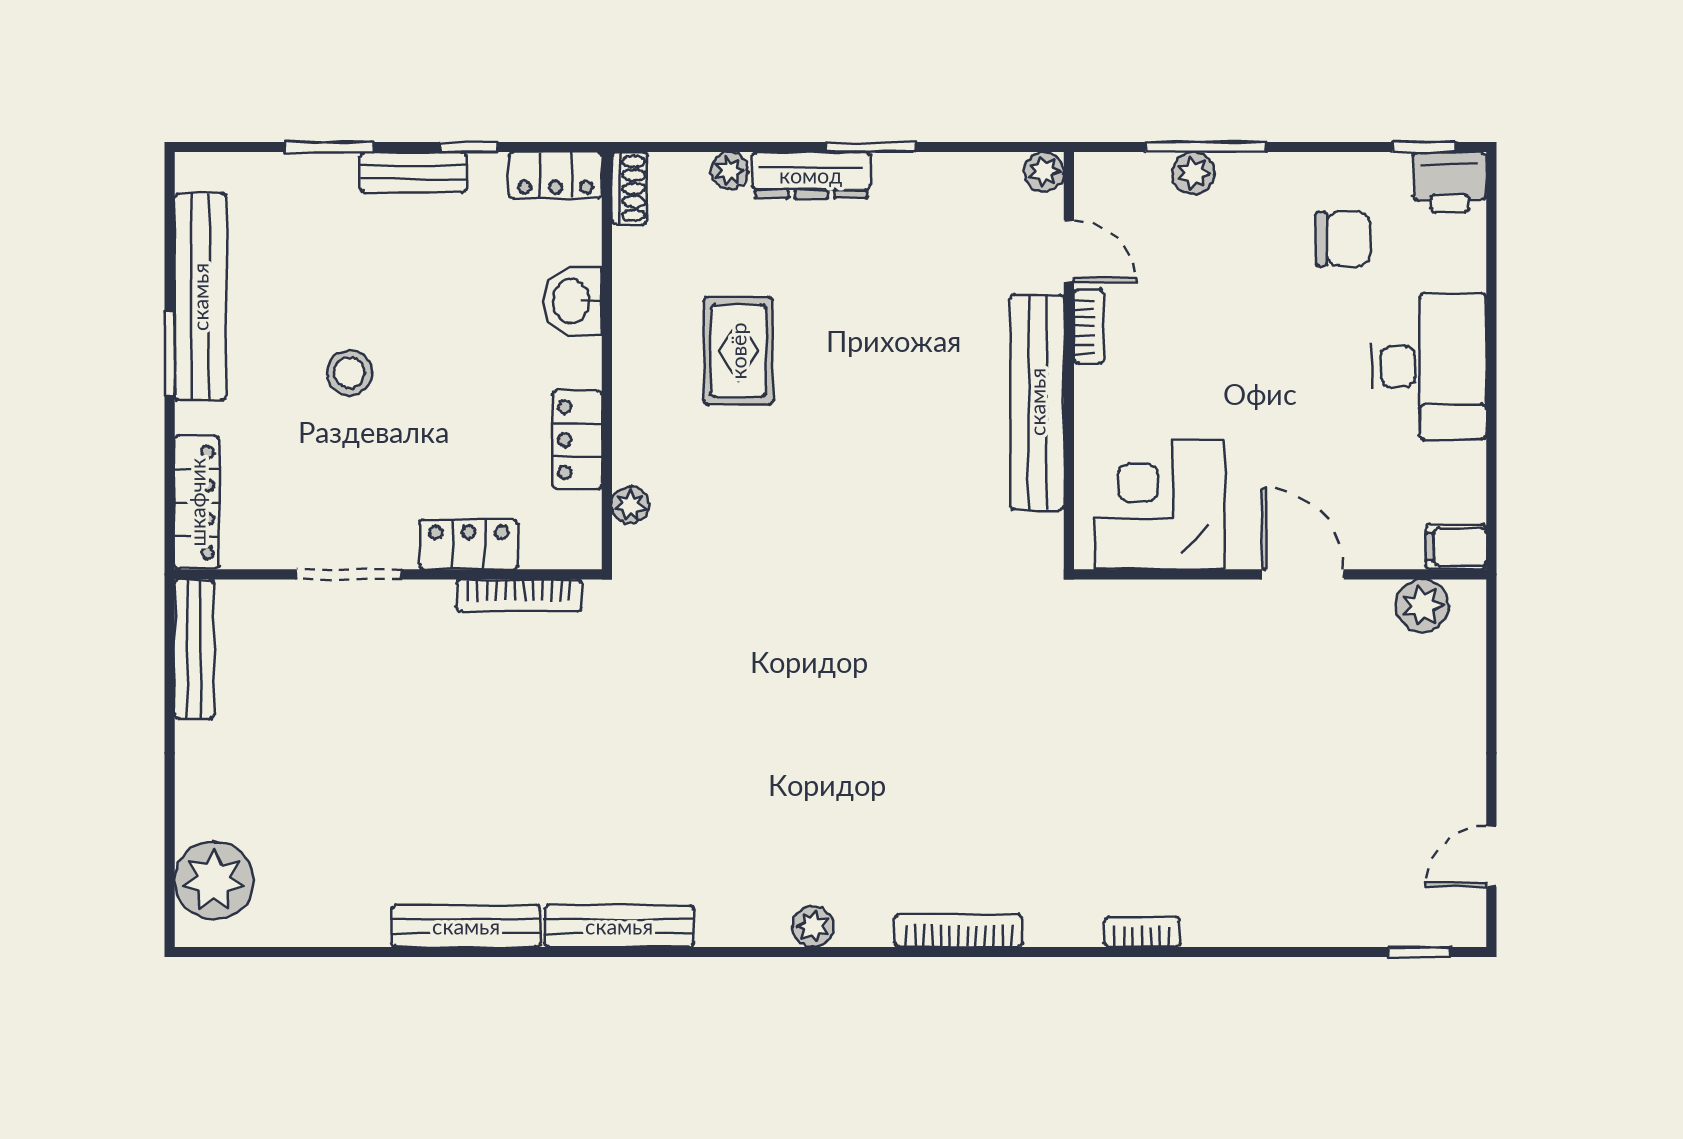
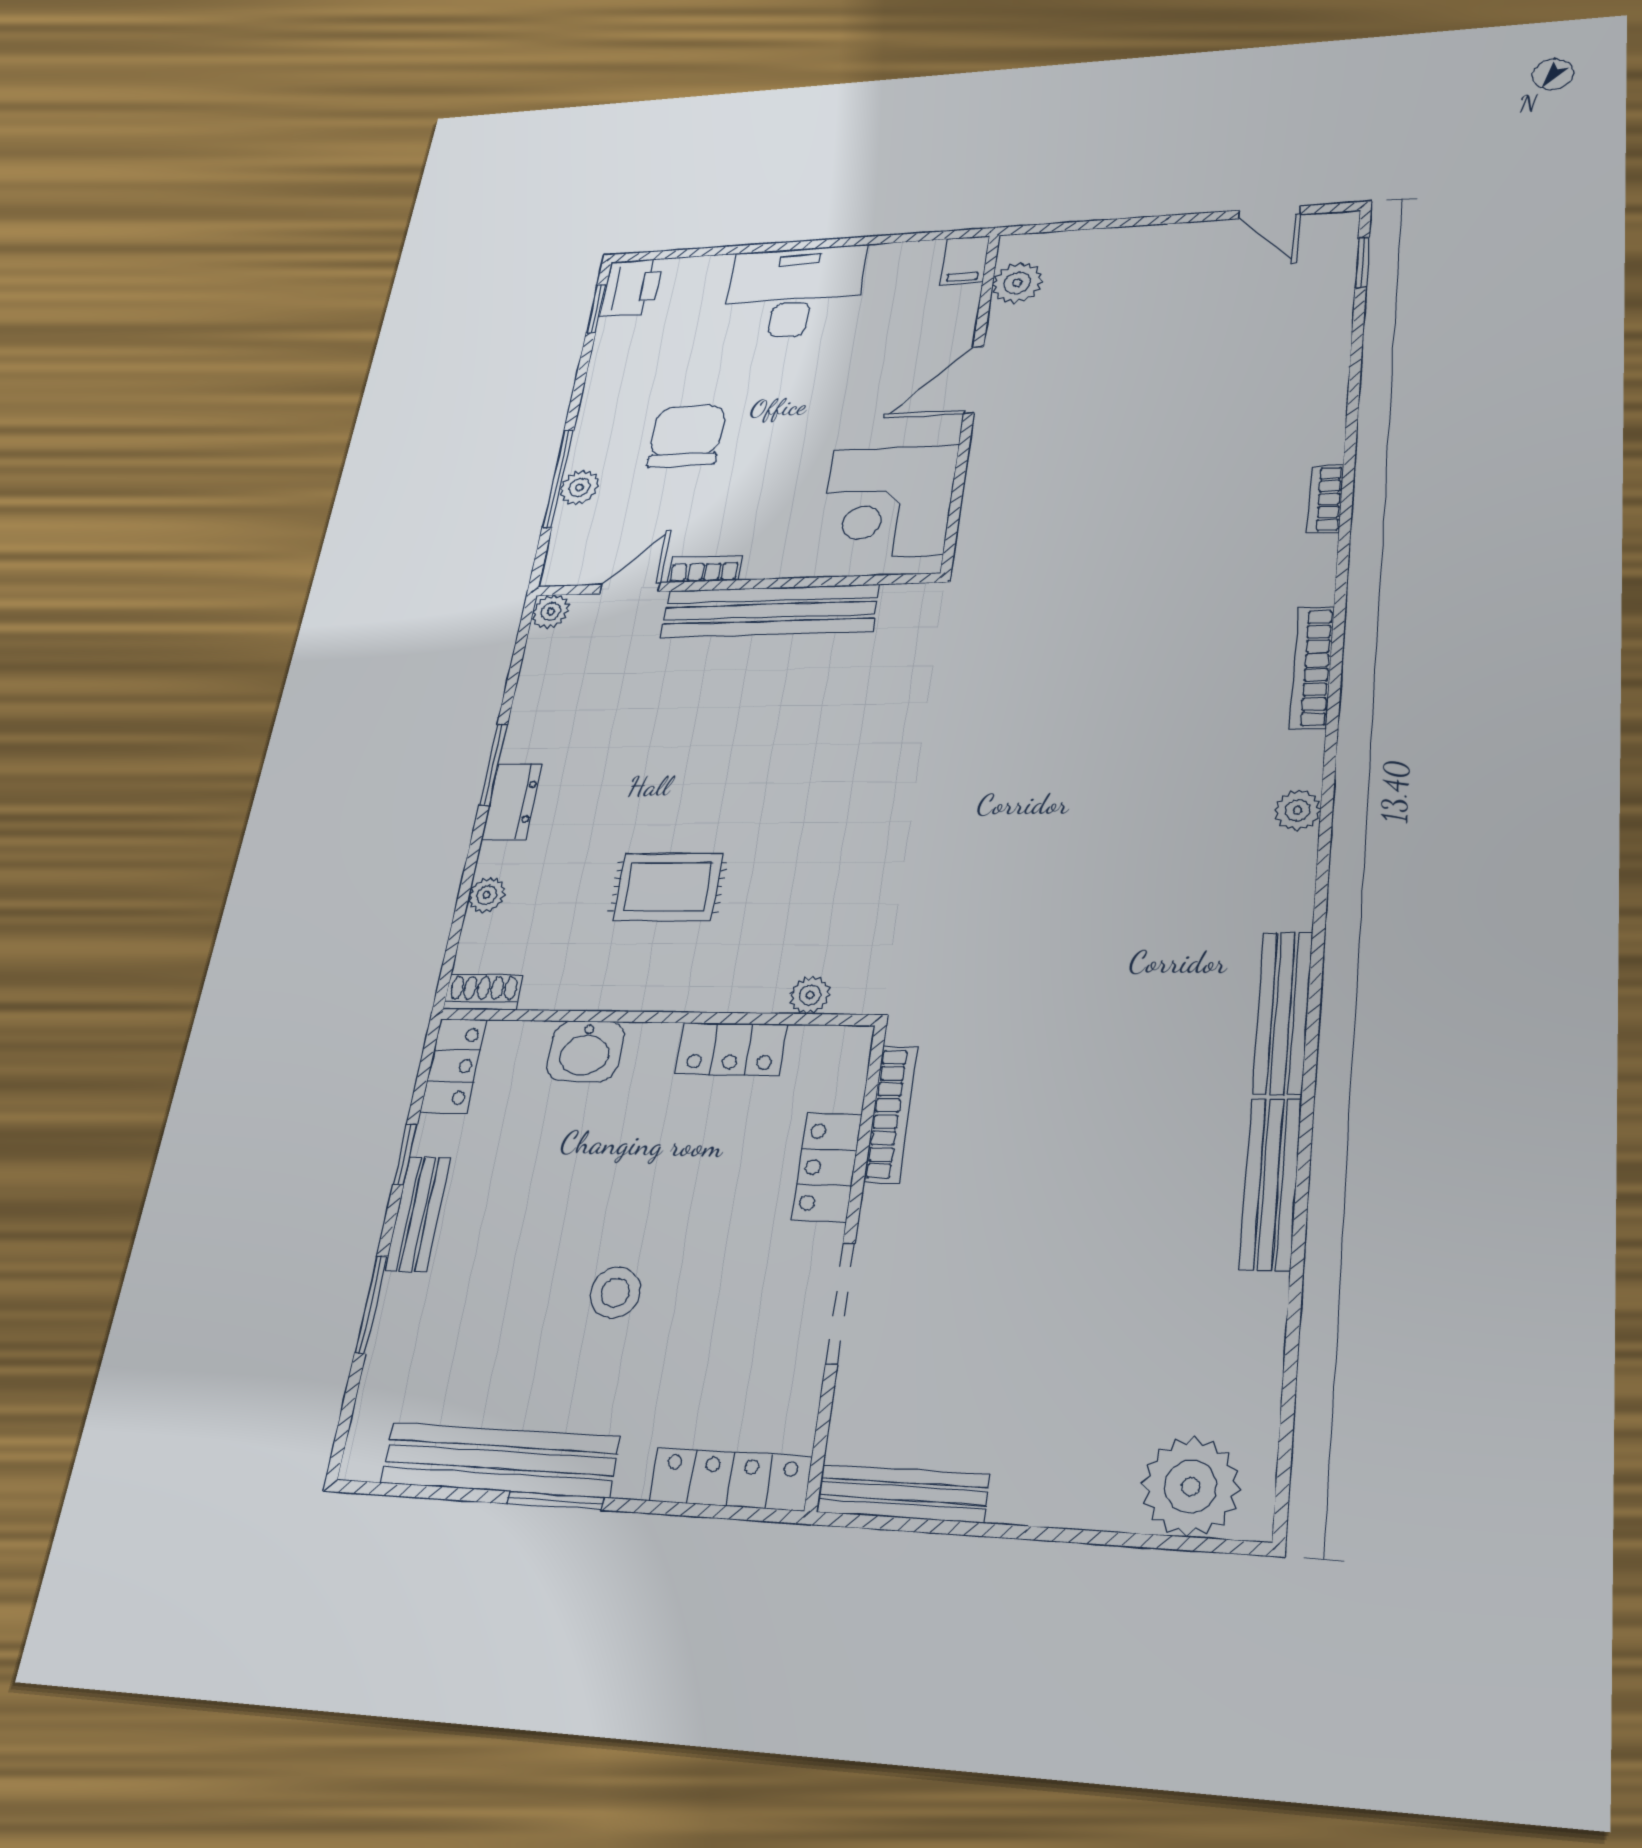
dresser: (811, 175) -> (512, 802), width x0.70
chair: (1343, 239) -> (686, 436), moved, width x1.37, depth x1.37

